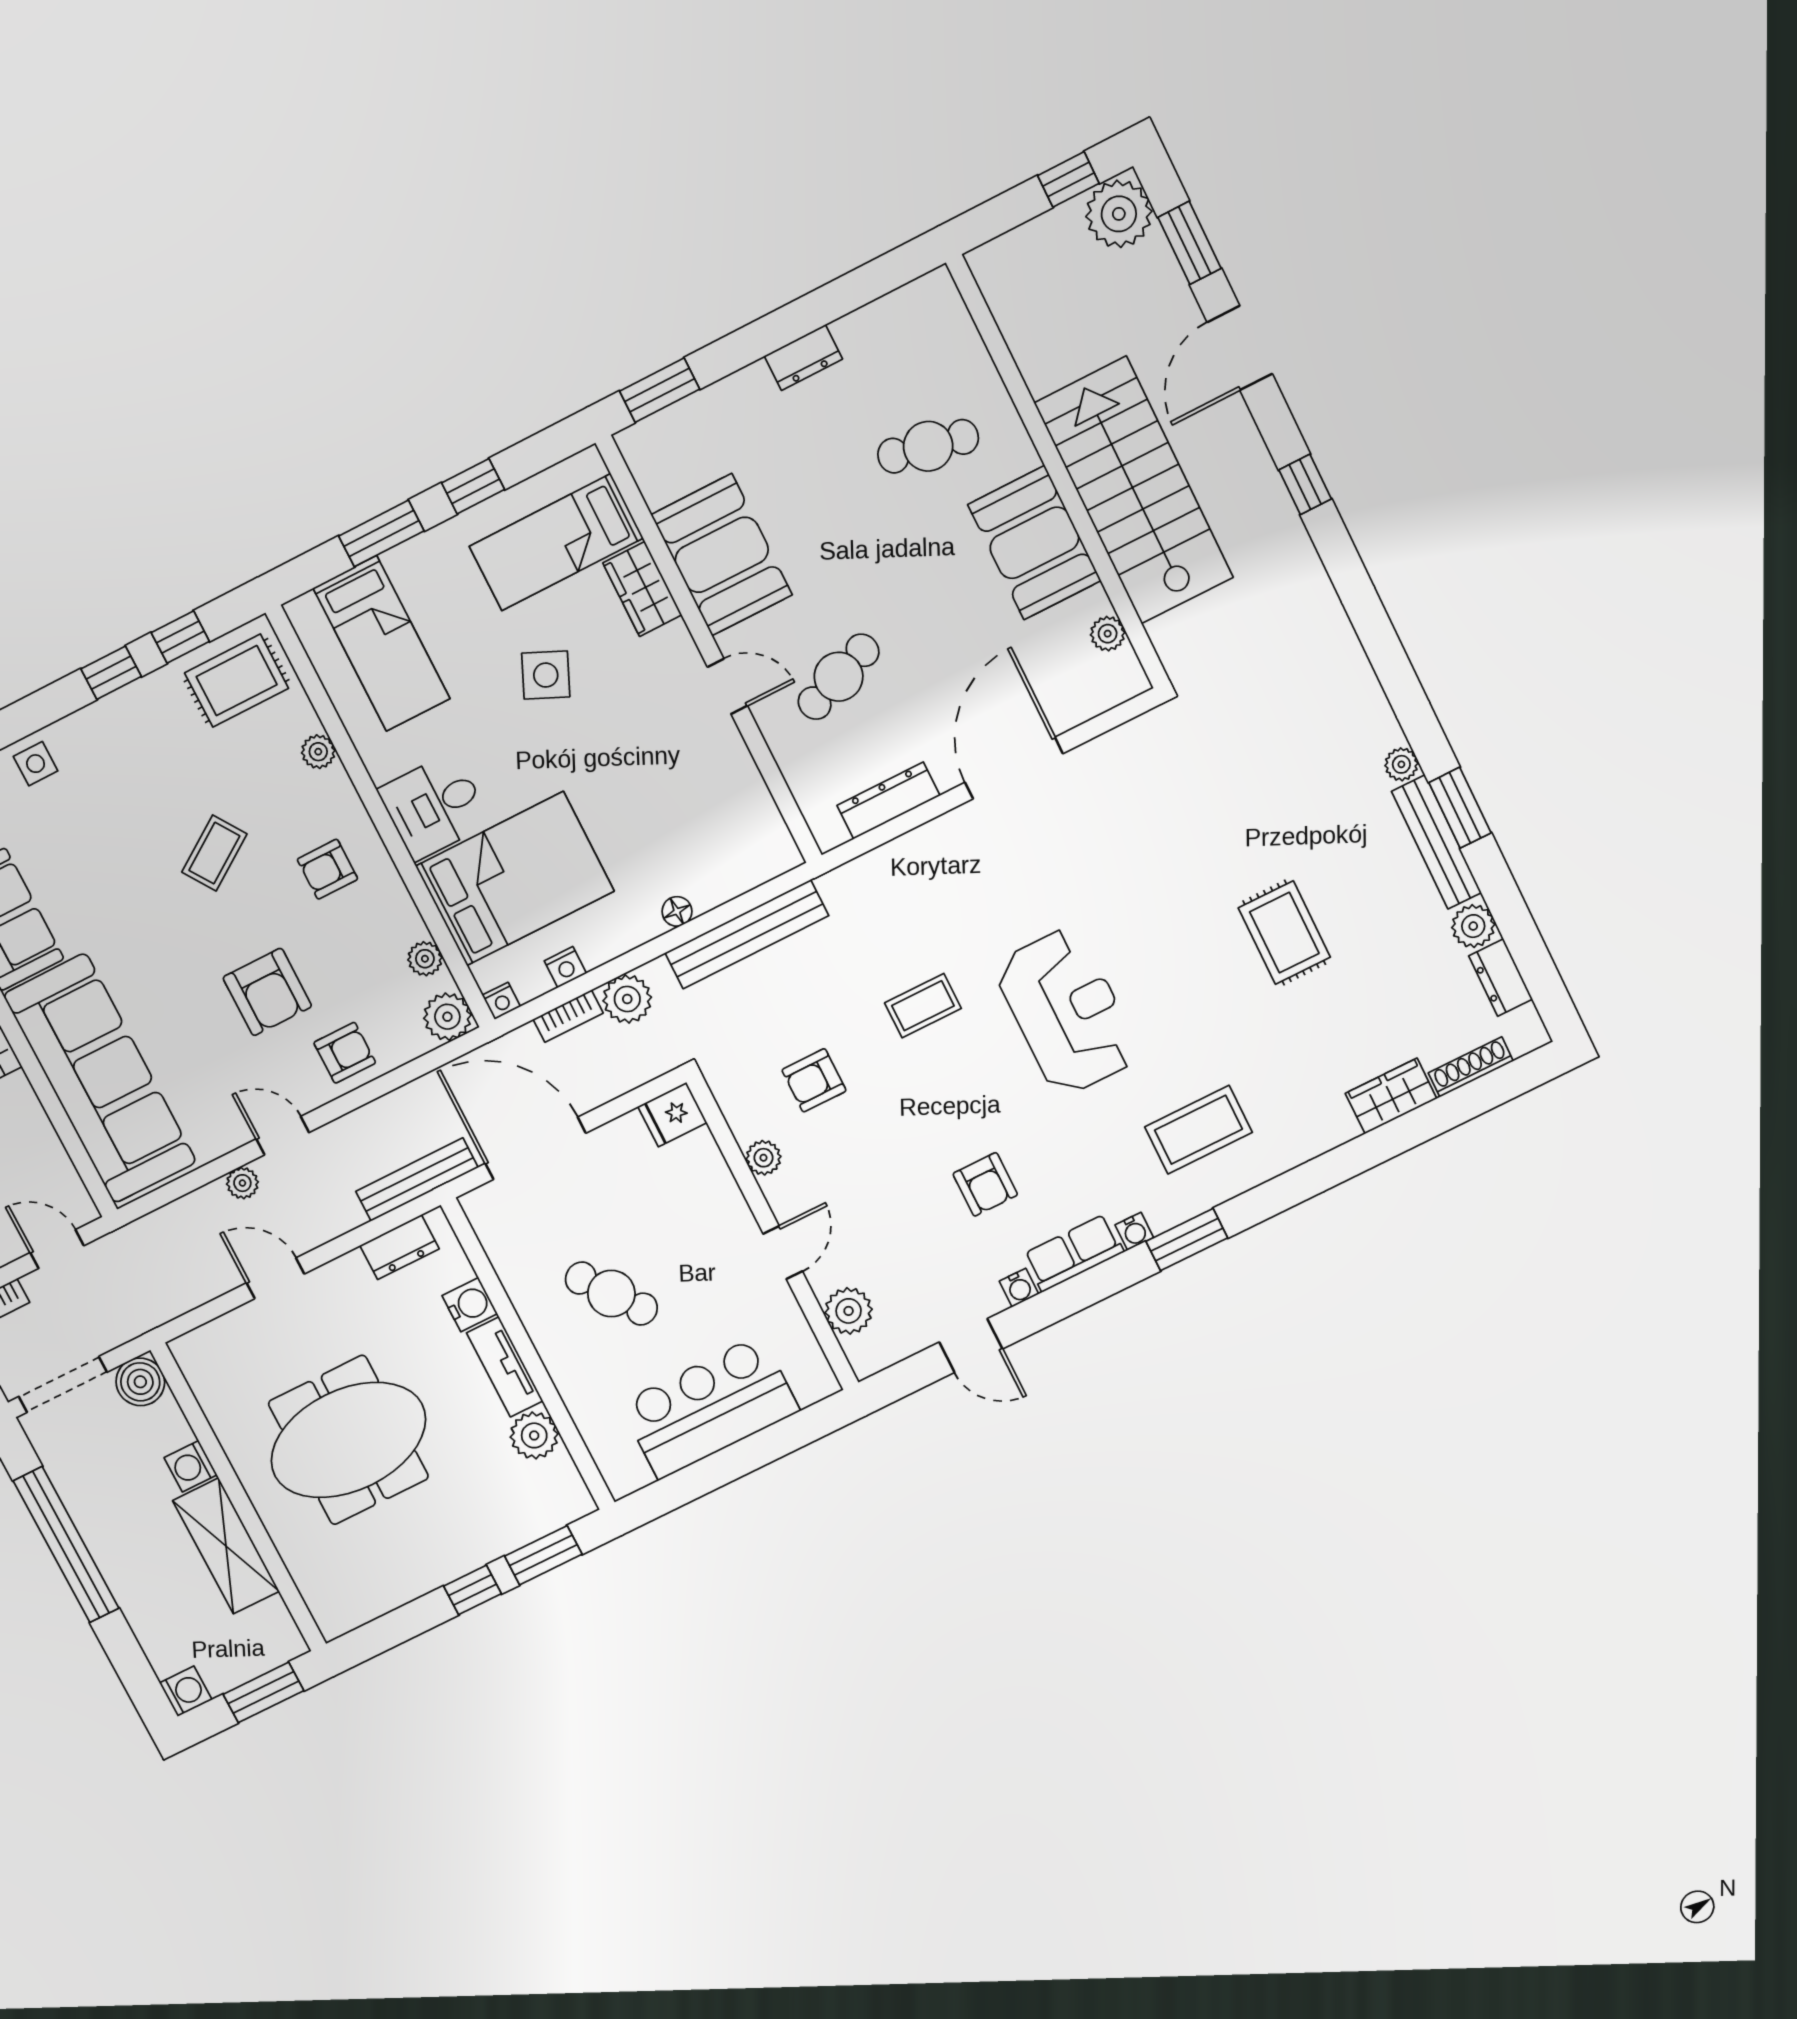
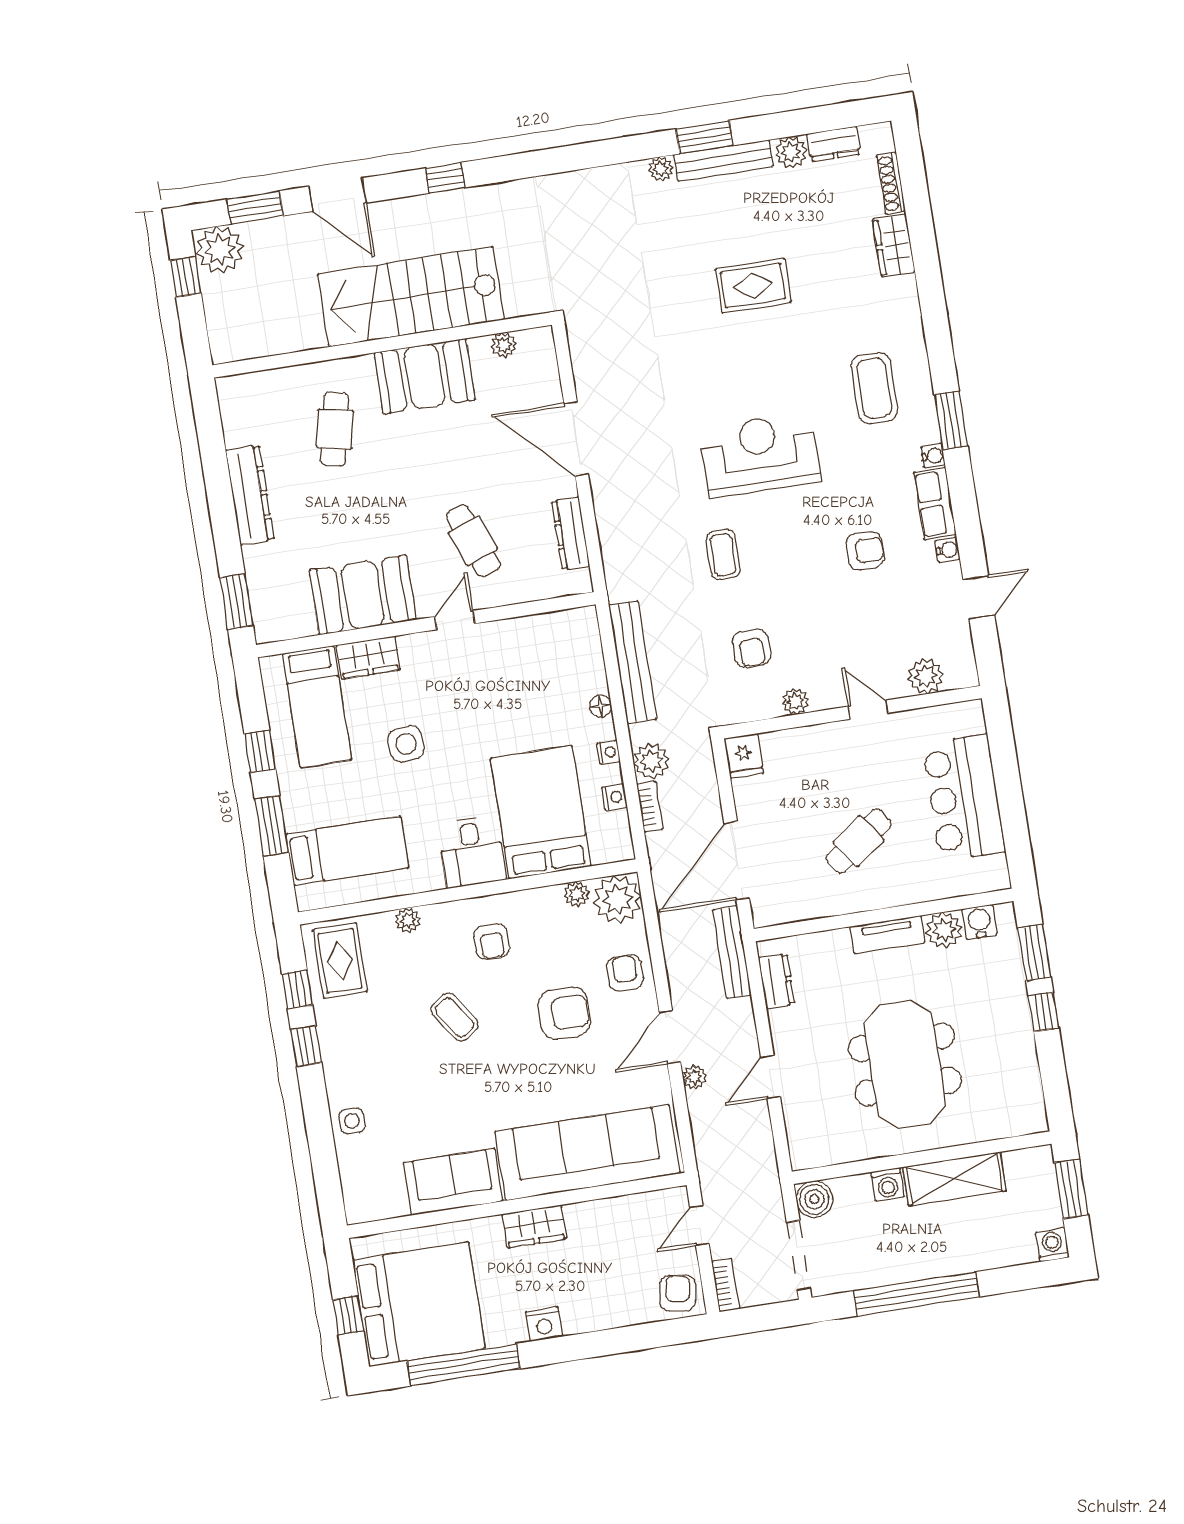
dresser: (803, 357) -> (250, 495), width x1.96, depth x1.24
side table: (546, 675) -> (406, 744), turned -30
nightstand: (501, 1001) -> (609, 752), moved
plant: (447, 1017) -> (617, 899), width x1.36, depth x1.36
door: (283, 1136) -> (670, 1037), width x1.38
water cooler: (470, 1305) -> (980, 922), moved

